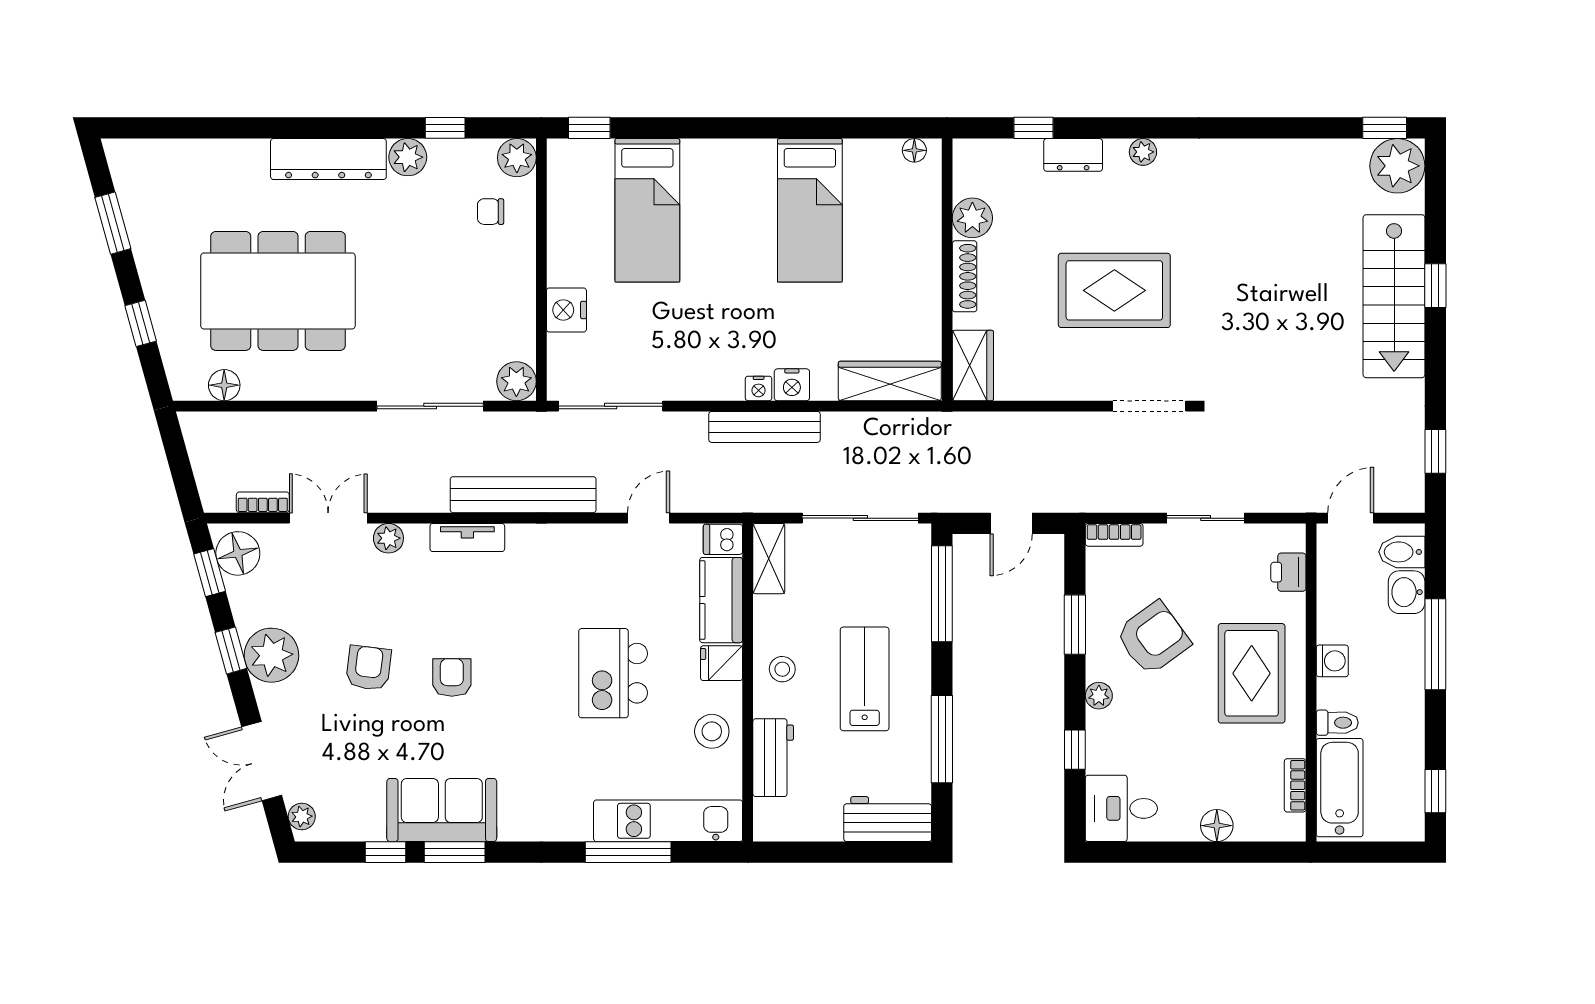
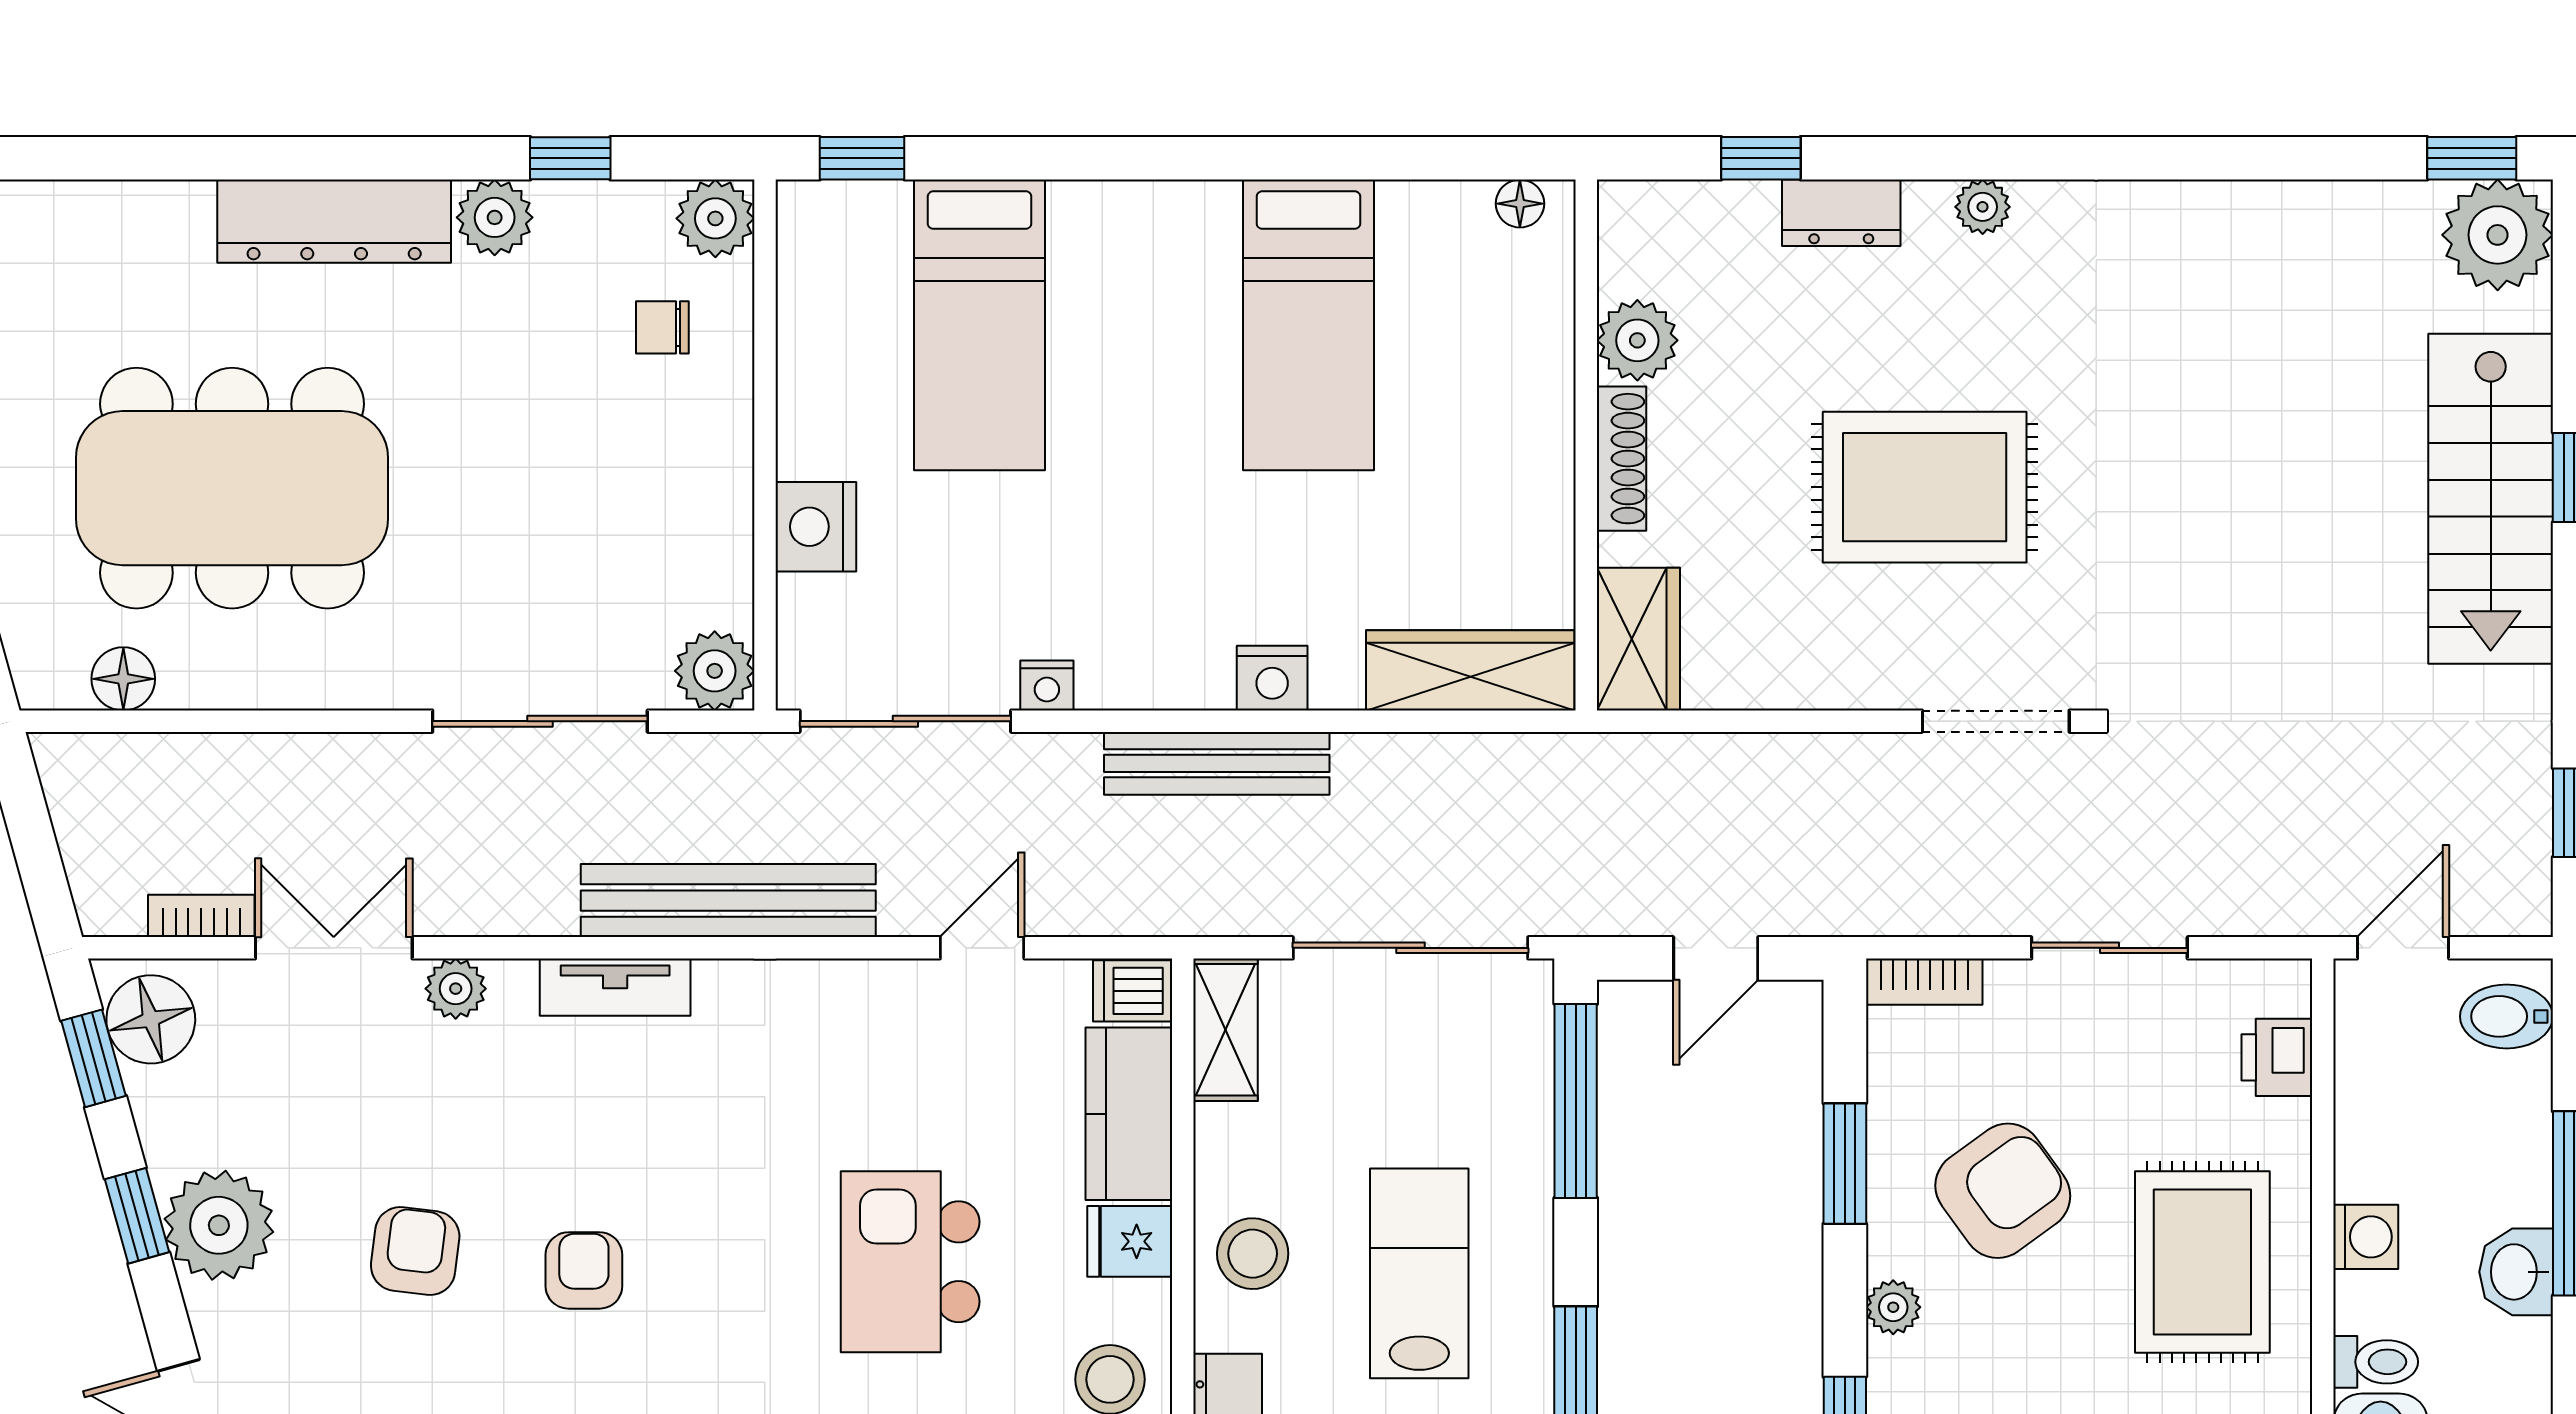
nightstand: (759, 388) -> (1047, 686), moved
washbasin: (1407, 592) -> (2516, 1272), moved
stool: (782, 669) -> (1253, 1254), width x1.37, depth x1.37

